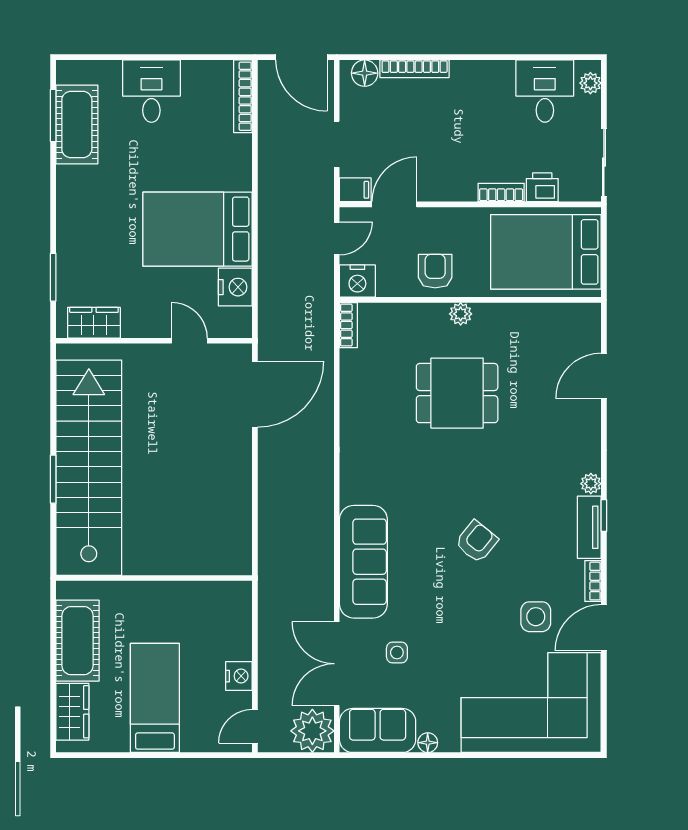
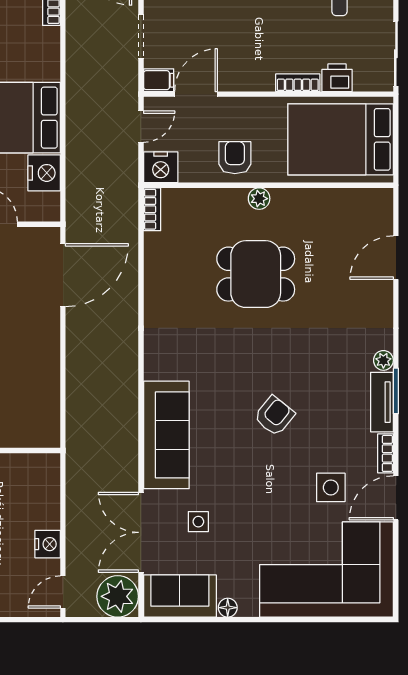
window: (604, 516) -> (396, 391), width x1.50

